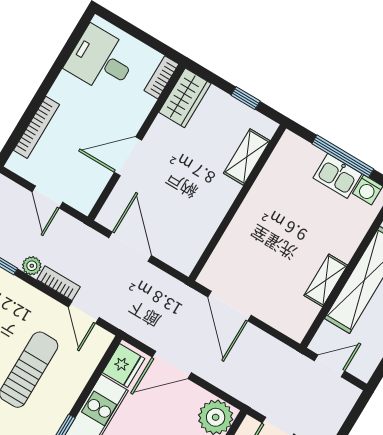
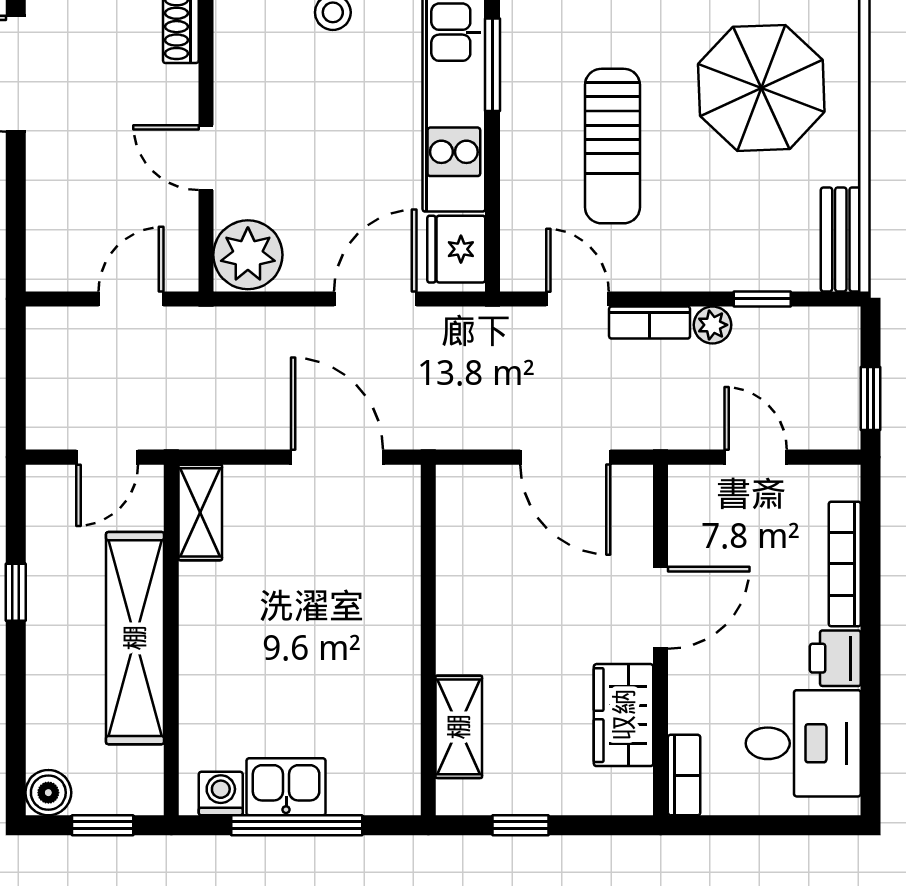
printer: (65, 89) -> (835, 658), added
wardrobe: (185, 98) -> (624, 715), moved
shelving: (326, 280) -> (200, 512), moved

